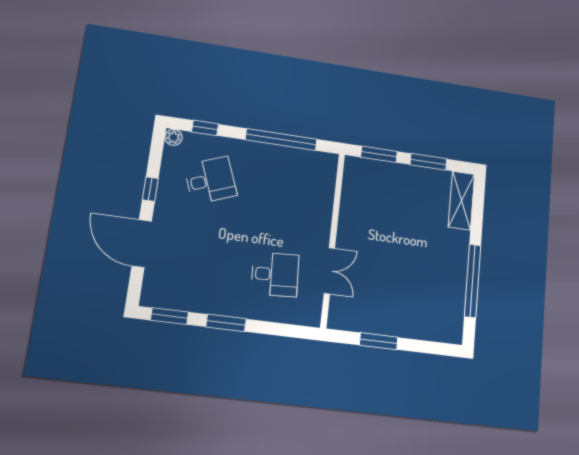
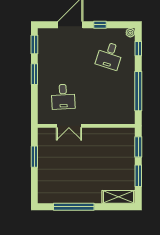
desk: (210, 180) -> (109, 56), turned 39

